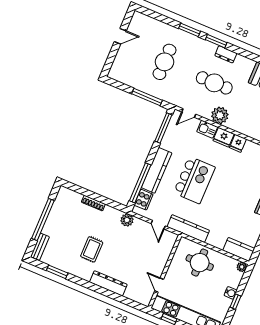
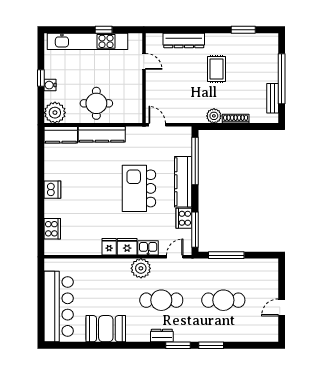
cafe table: (165, 62) -> (223, 300), turned 90
cooker: (144, 200) -> (184, 218), moved
plant: (127, 220) -> (214, 116), moved
kitchen counter: (188, 229) -> (102, 134), moved
bench: (40, 247) -> (273, 98), moved
plant: (242, 267) -> (55, 113), width x1.88, depth x1.88
wall: (165, 272) -> (144, 78), moved
door: (159, 285) -> (144, 61), moved

